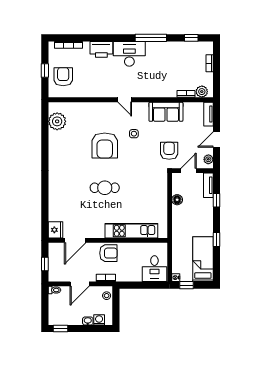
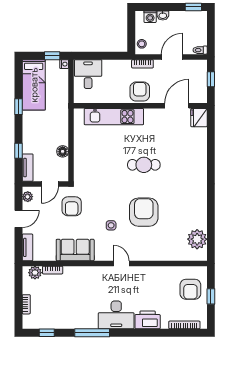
armchair: (108, 253) -> (140, 92), turned 90

